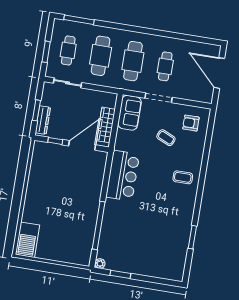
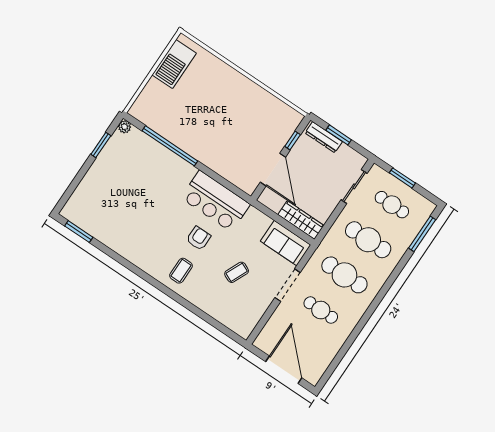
door: (219, 73) -> (284, 370), hinge flipped
armchair: (191, 123) -> (199, 238), moved
wardrobe: (106, 125) -> (301, 220), moved
window: (192, 237) -> (79, 232), moved
barbecue: (27, 240) -> (174, 64), moved, turned -90

